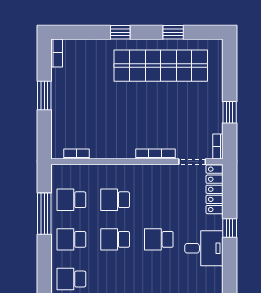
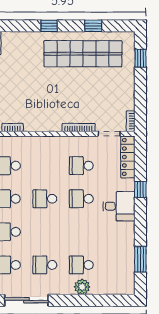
window: (230, 112) -> (140, 58), moved
school desk: (115, 200) -> (81, 166), moved

